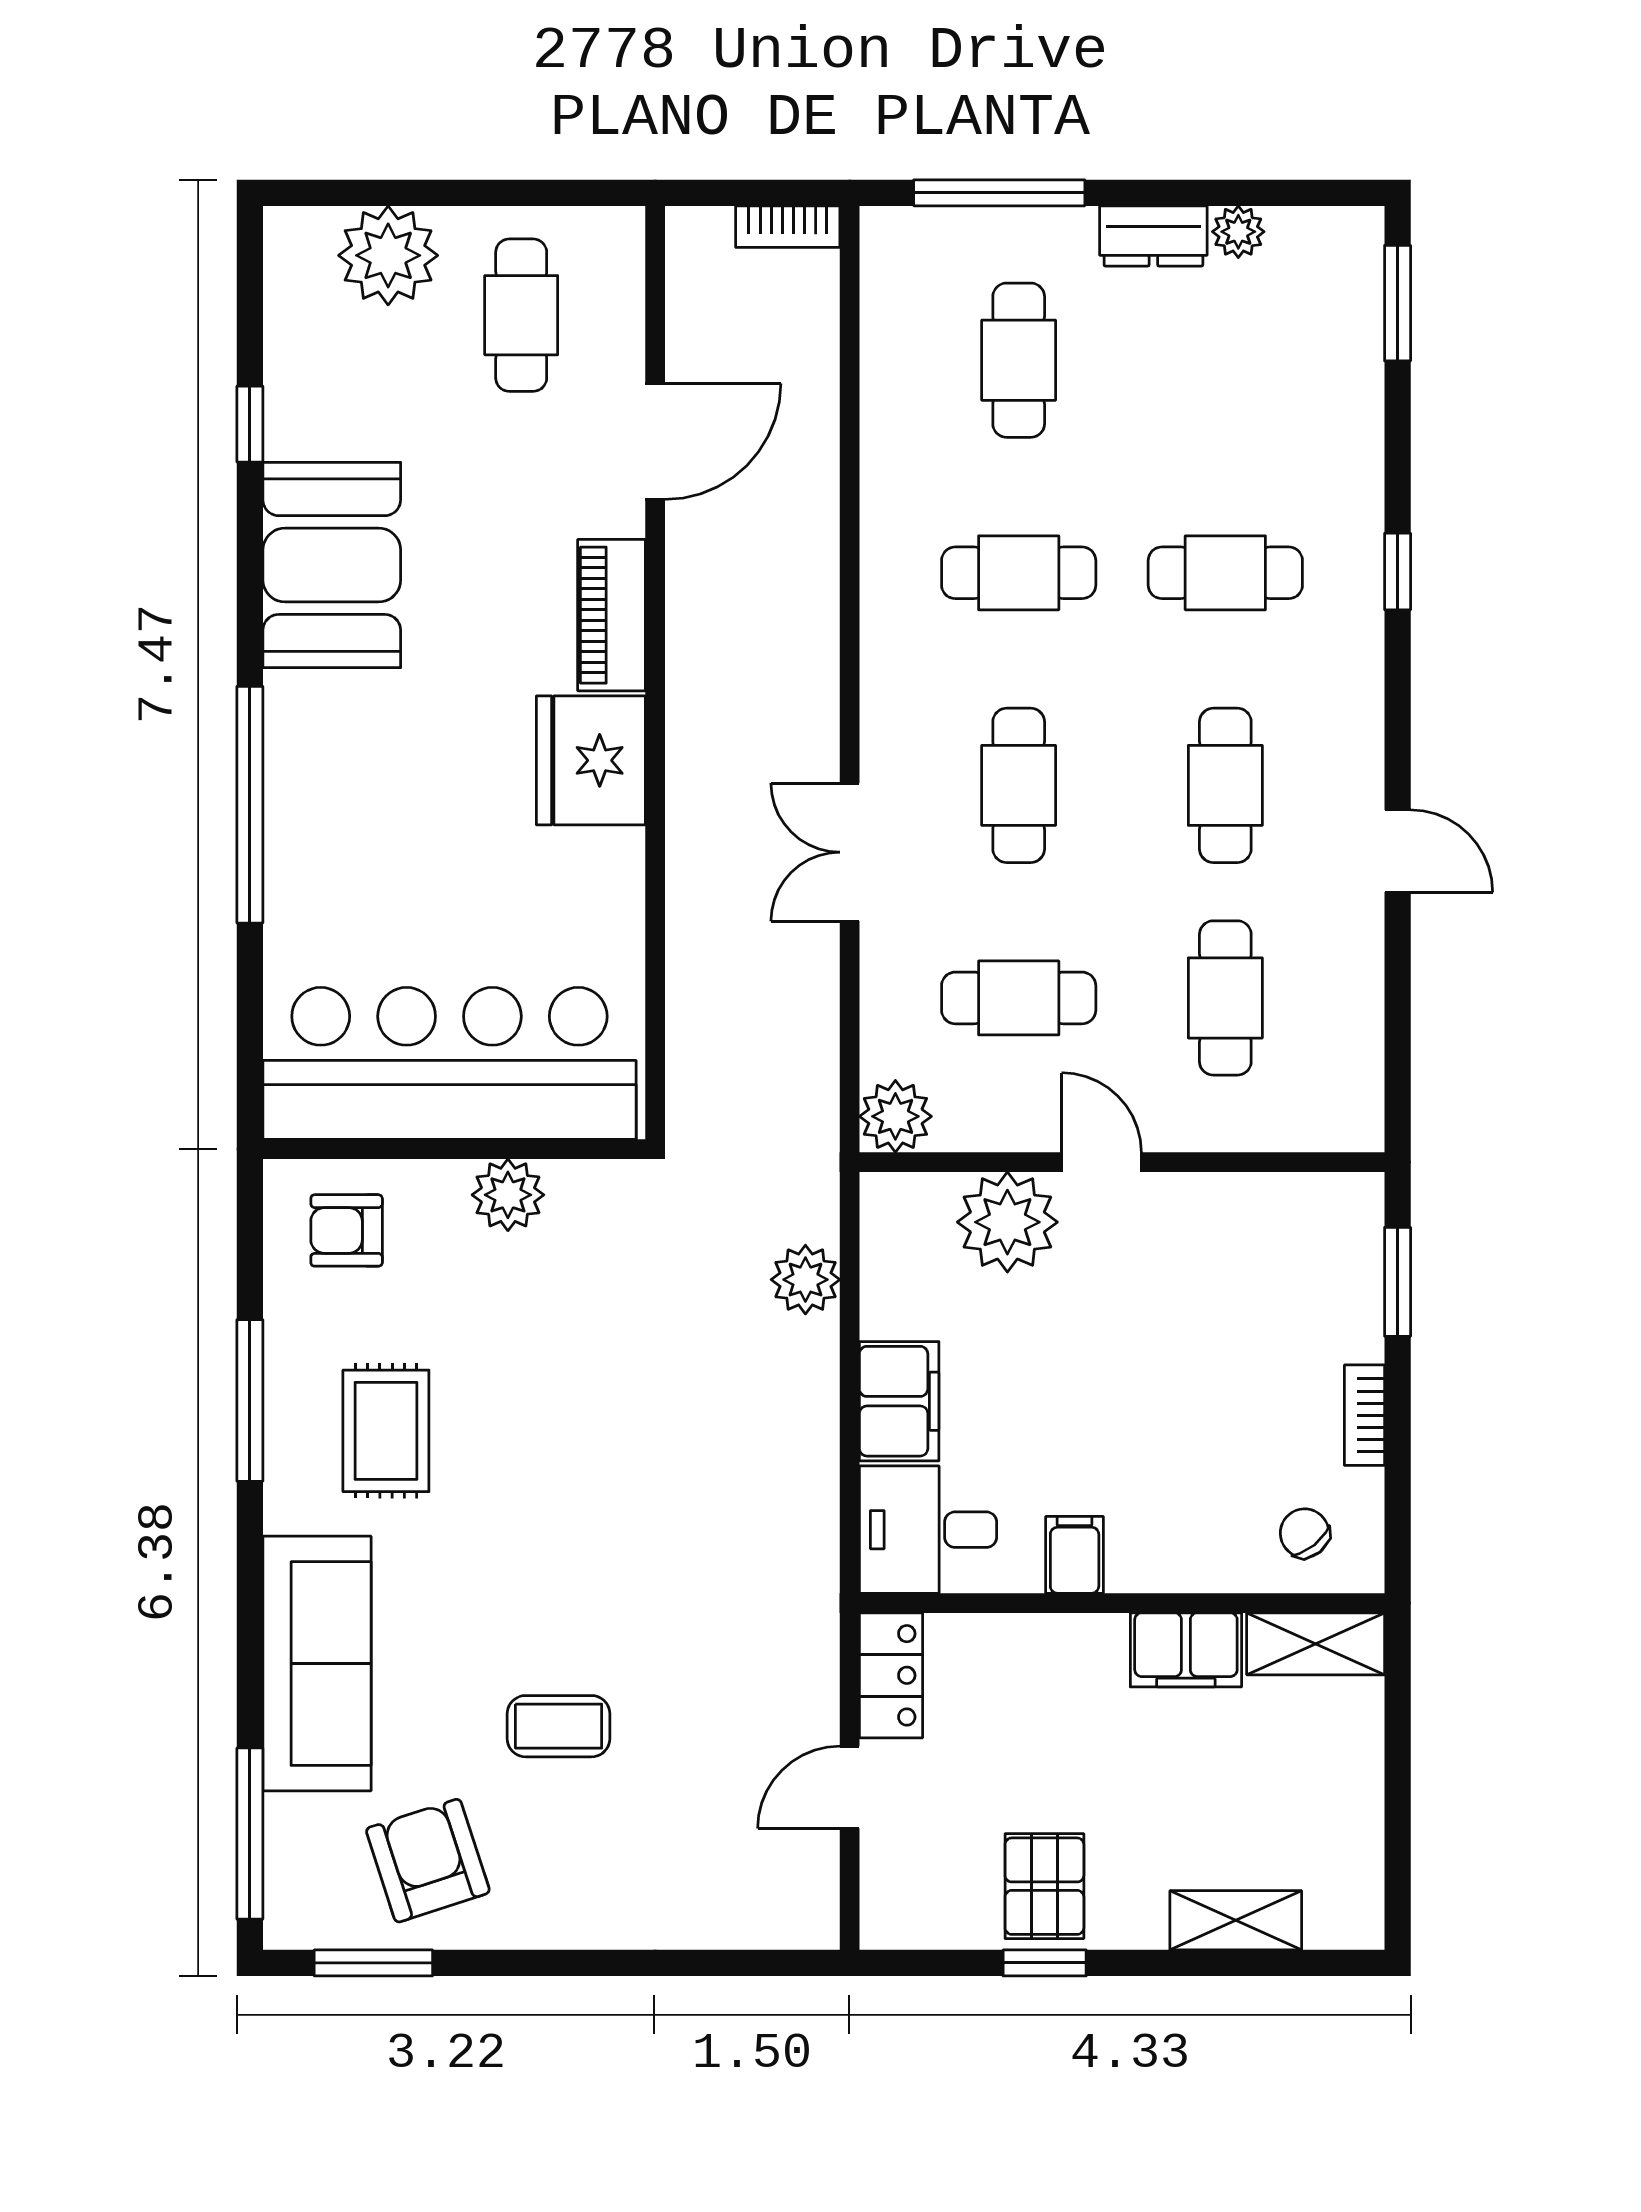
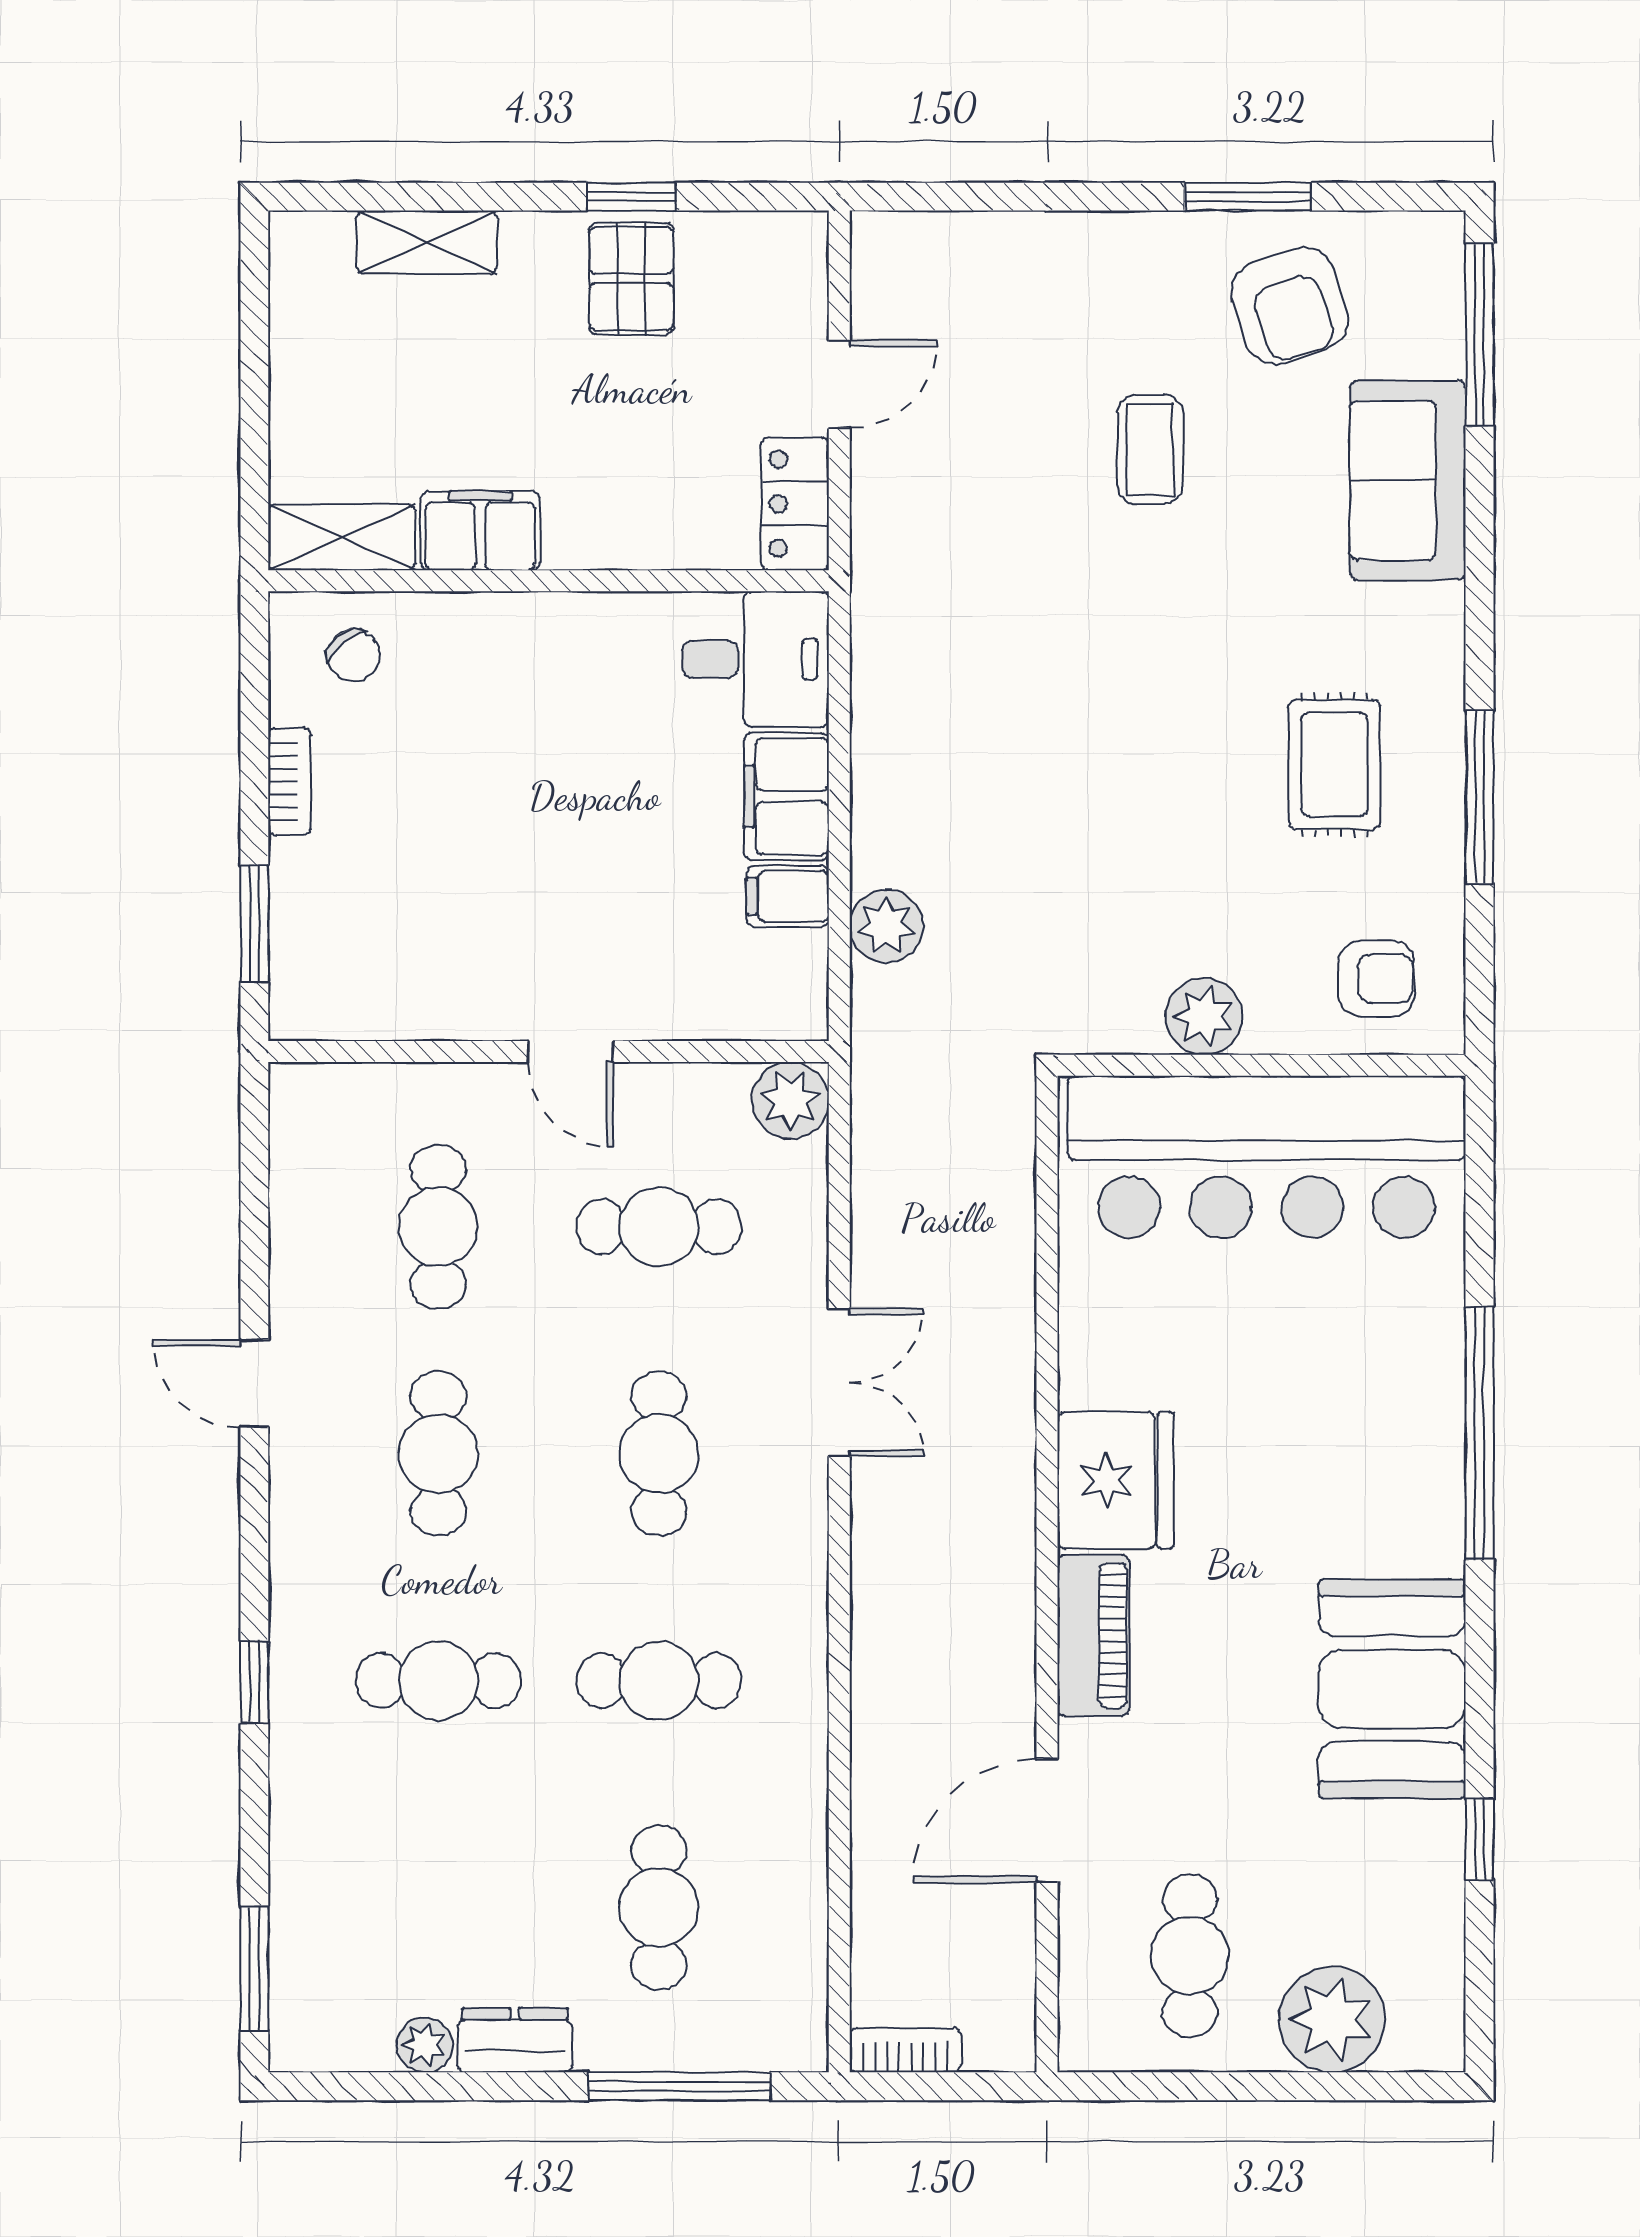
plant: (1007, 1222) -> (671, 988), removed
filing cabinet: (1075, 1555) -> (788, 896), moved, turned 90
sofa: (317, 1664) -> (1408, 480), width x0.73
coffee table: (559, 1726) -> (1150, 449), turned 90
window: (373, 1963) -> (1248, 197), moved

